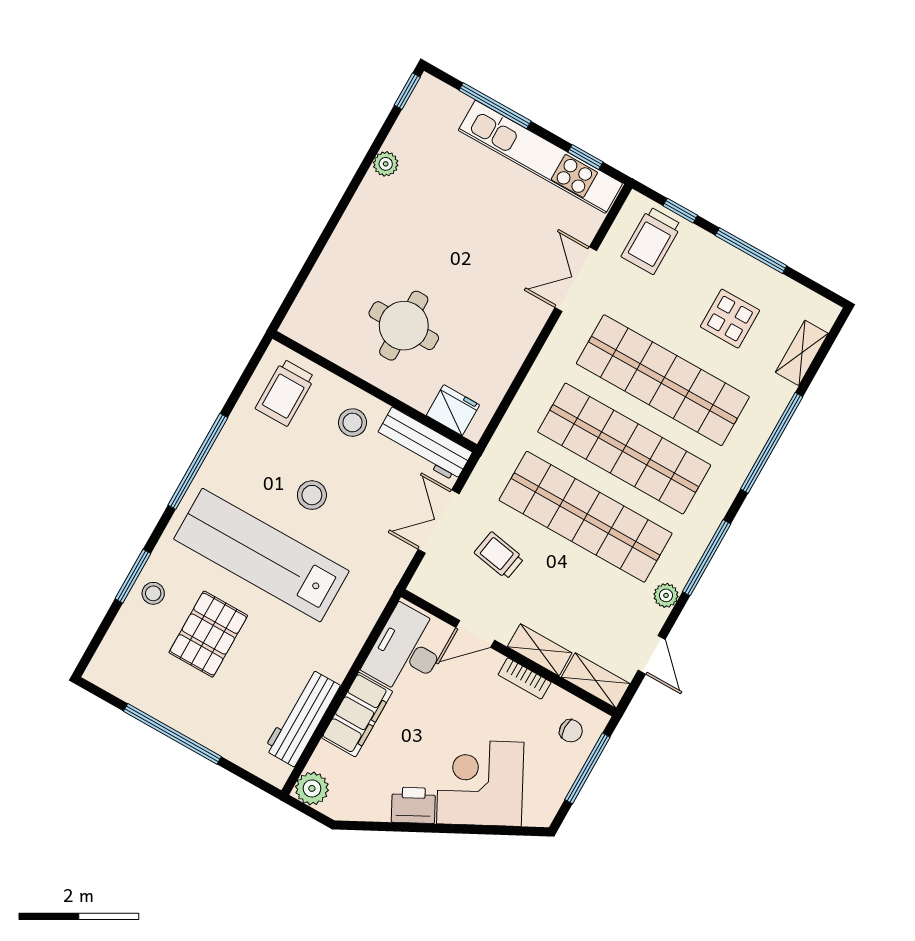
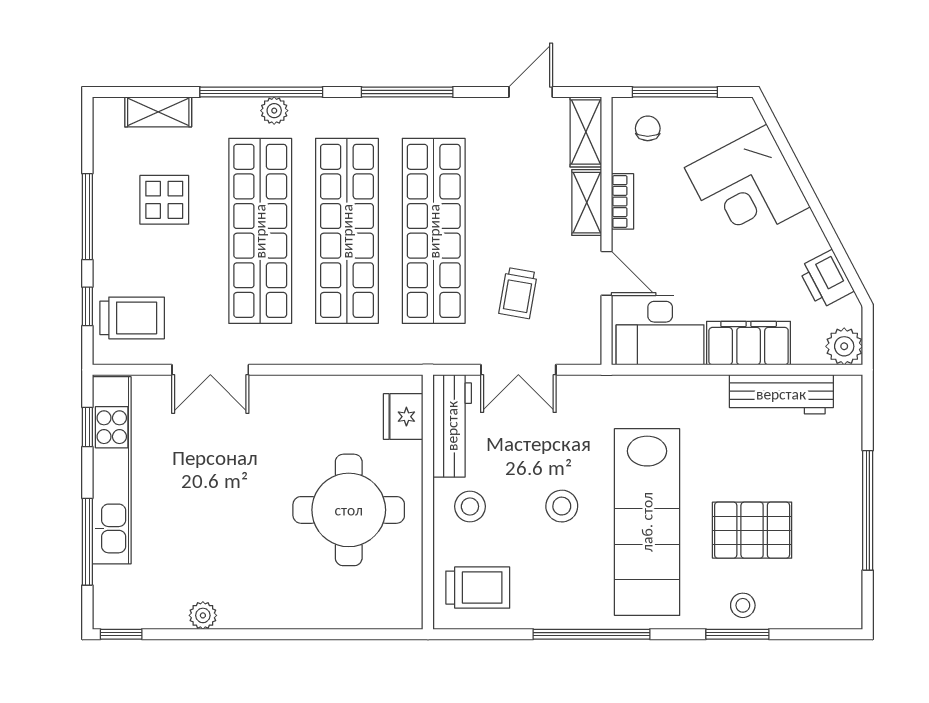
round table: (404, 326) -> (349, 510), width x1.36, depth x1.36
plant: (666, 595) -> (274, 111), moved
printer: (413, 805) -> (826, 279), moved

